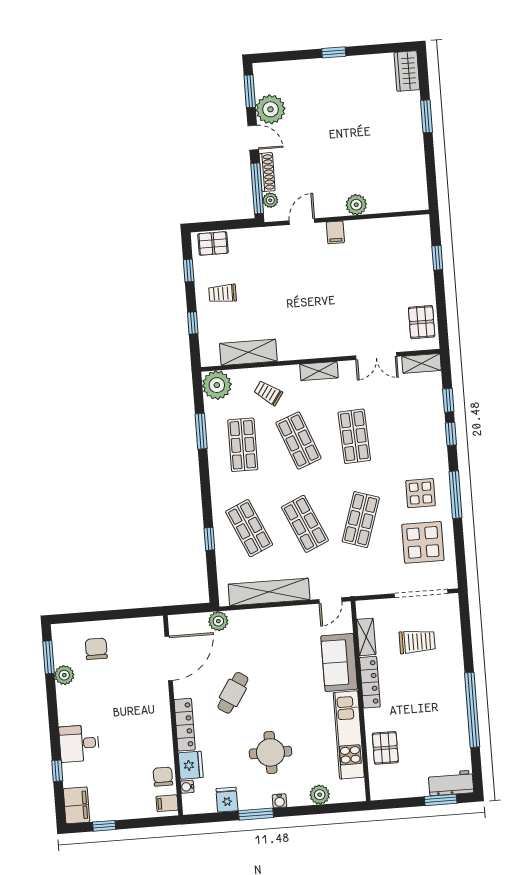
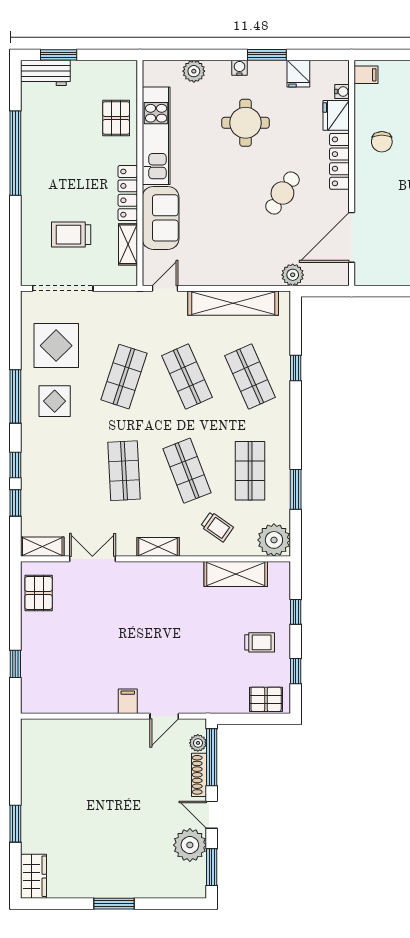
window: (334, 52) -> (114, 904), width x1.50
plant: (356, 205) -> (102, 731), removed
chair: (163, 777) -> (382, 142), moved

